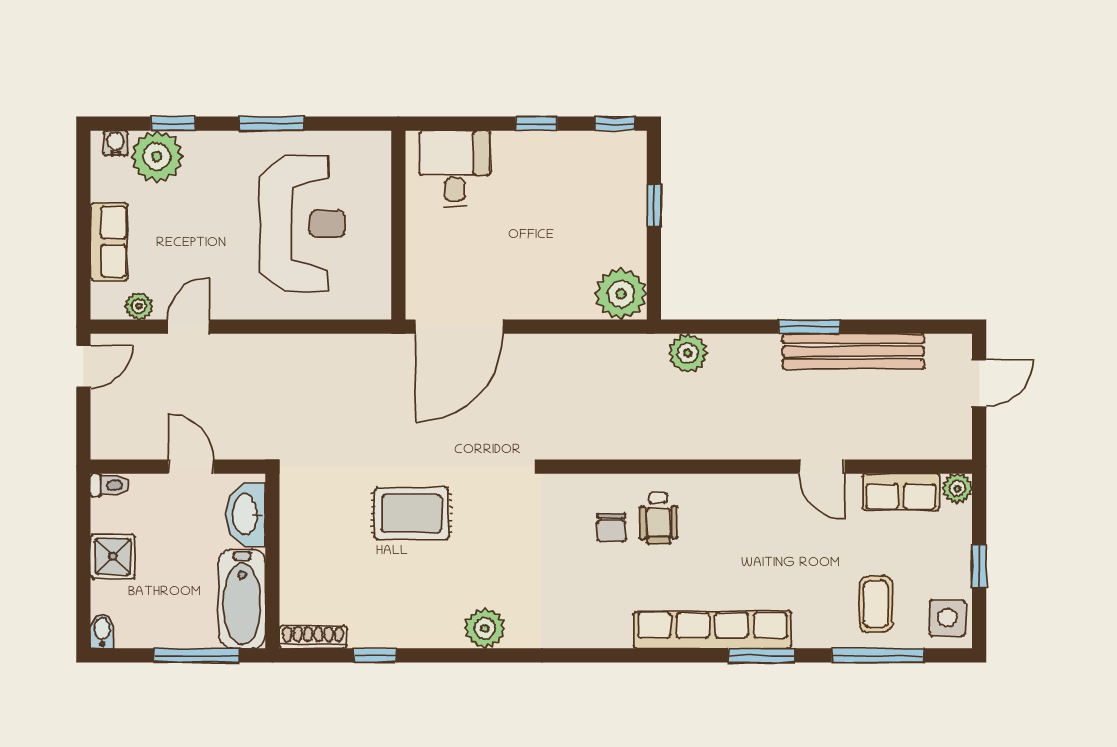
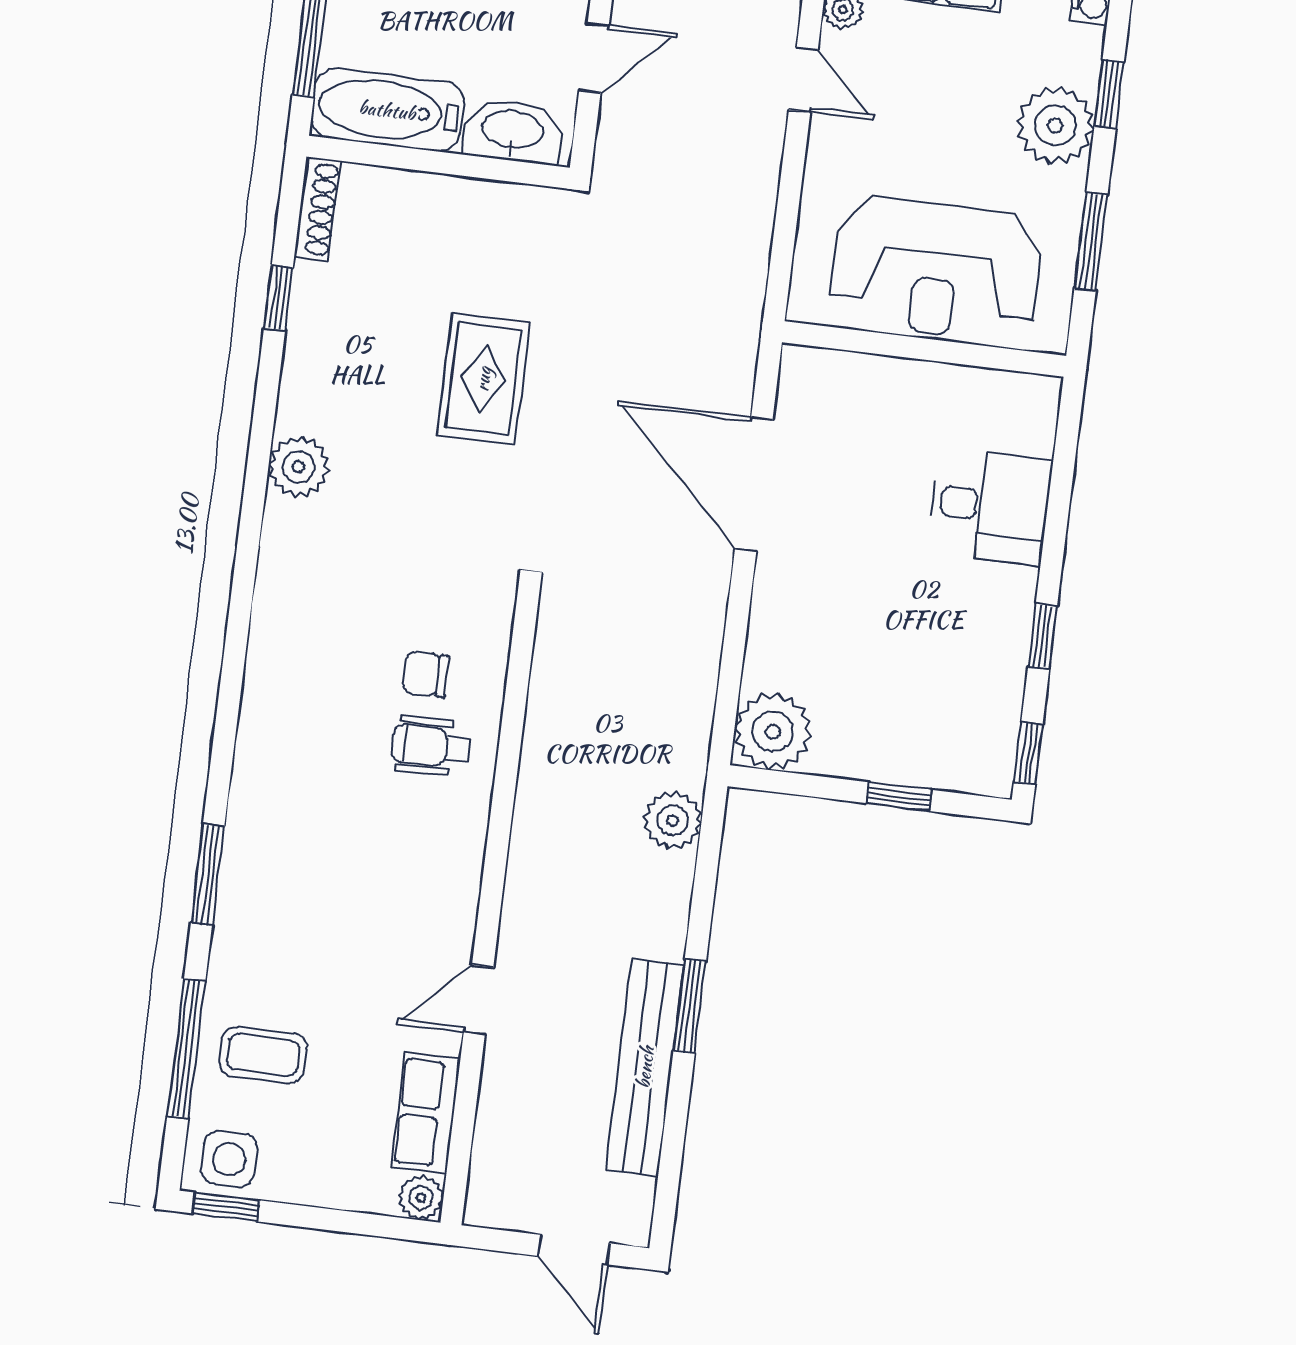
plant: (157, 156) -> (1056, 125), moved
wall: (398, 225) -> (924, 349), moved
window: (979, 566) -> (226, 1207), moved
row of seats: (712, 630) -> (255, 806), removed

